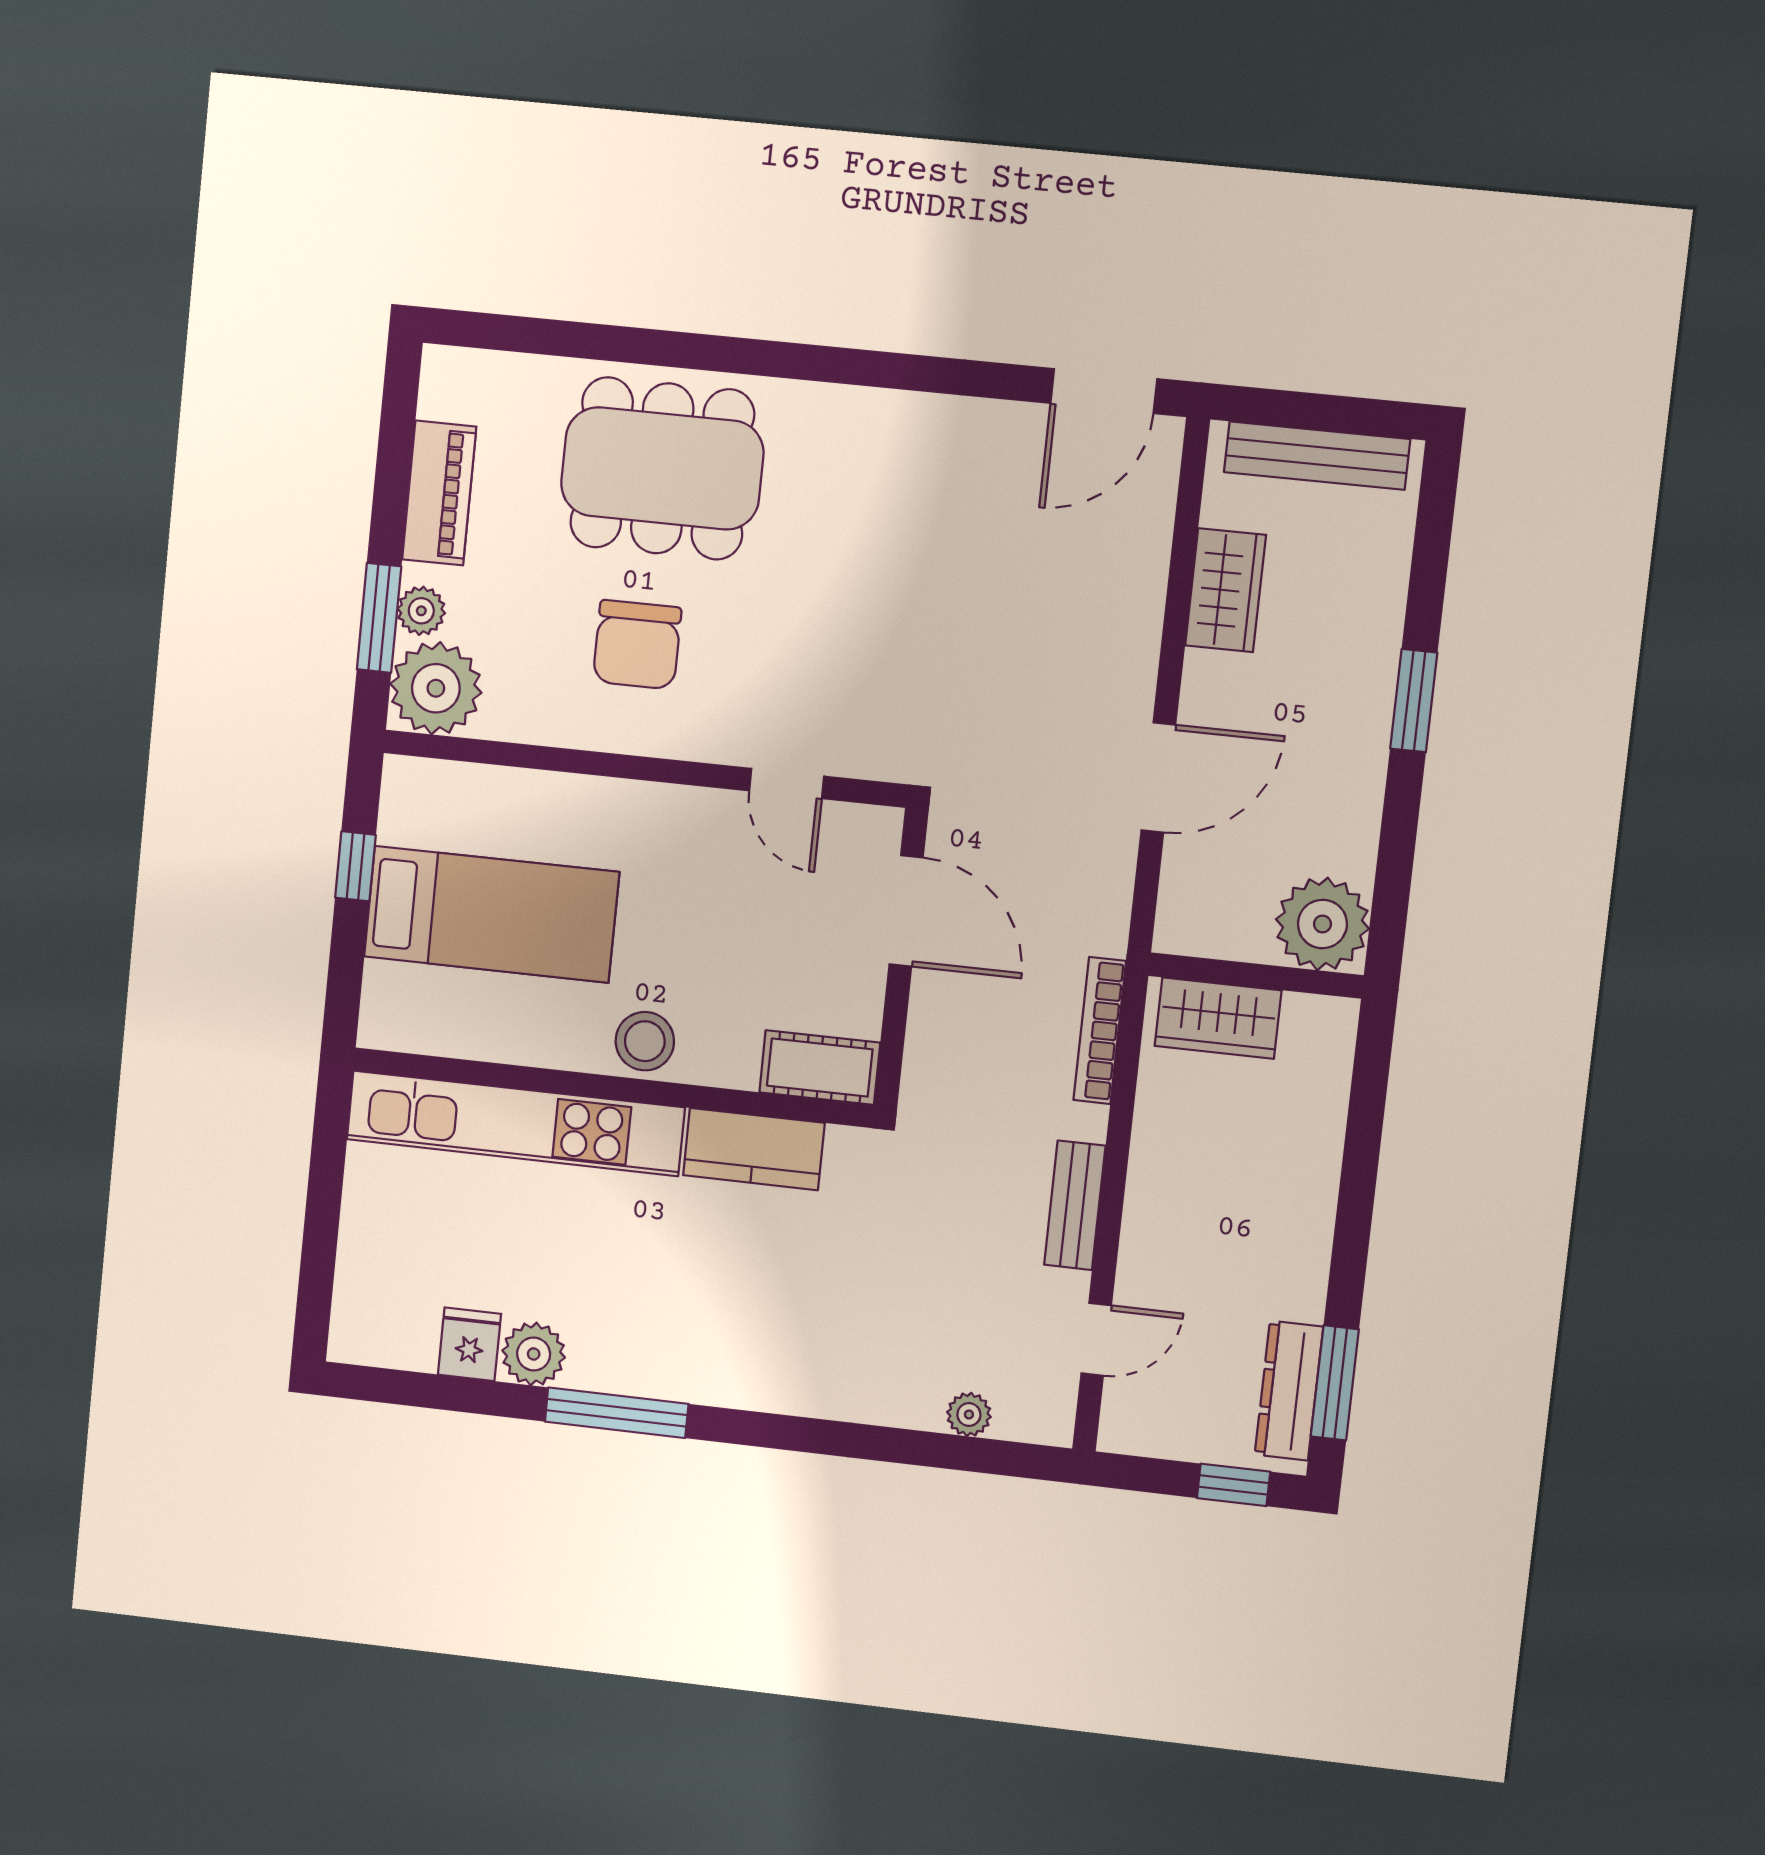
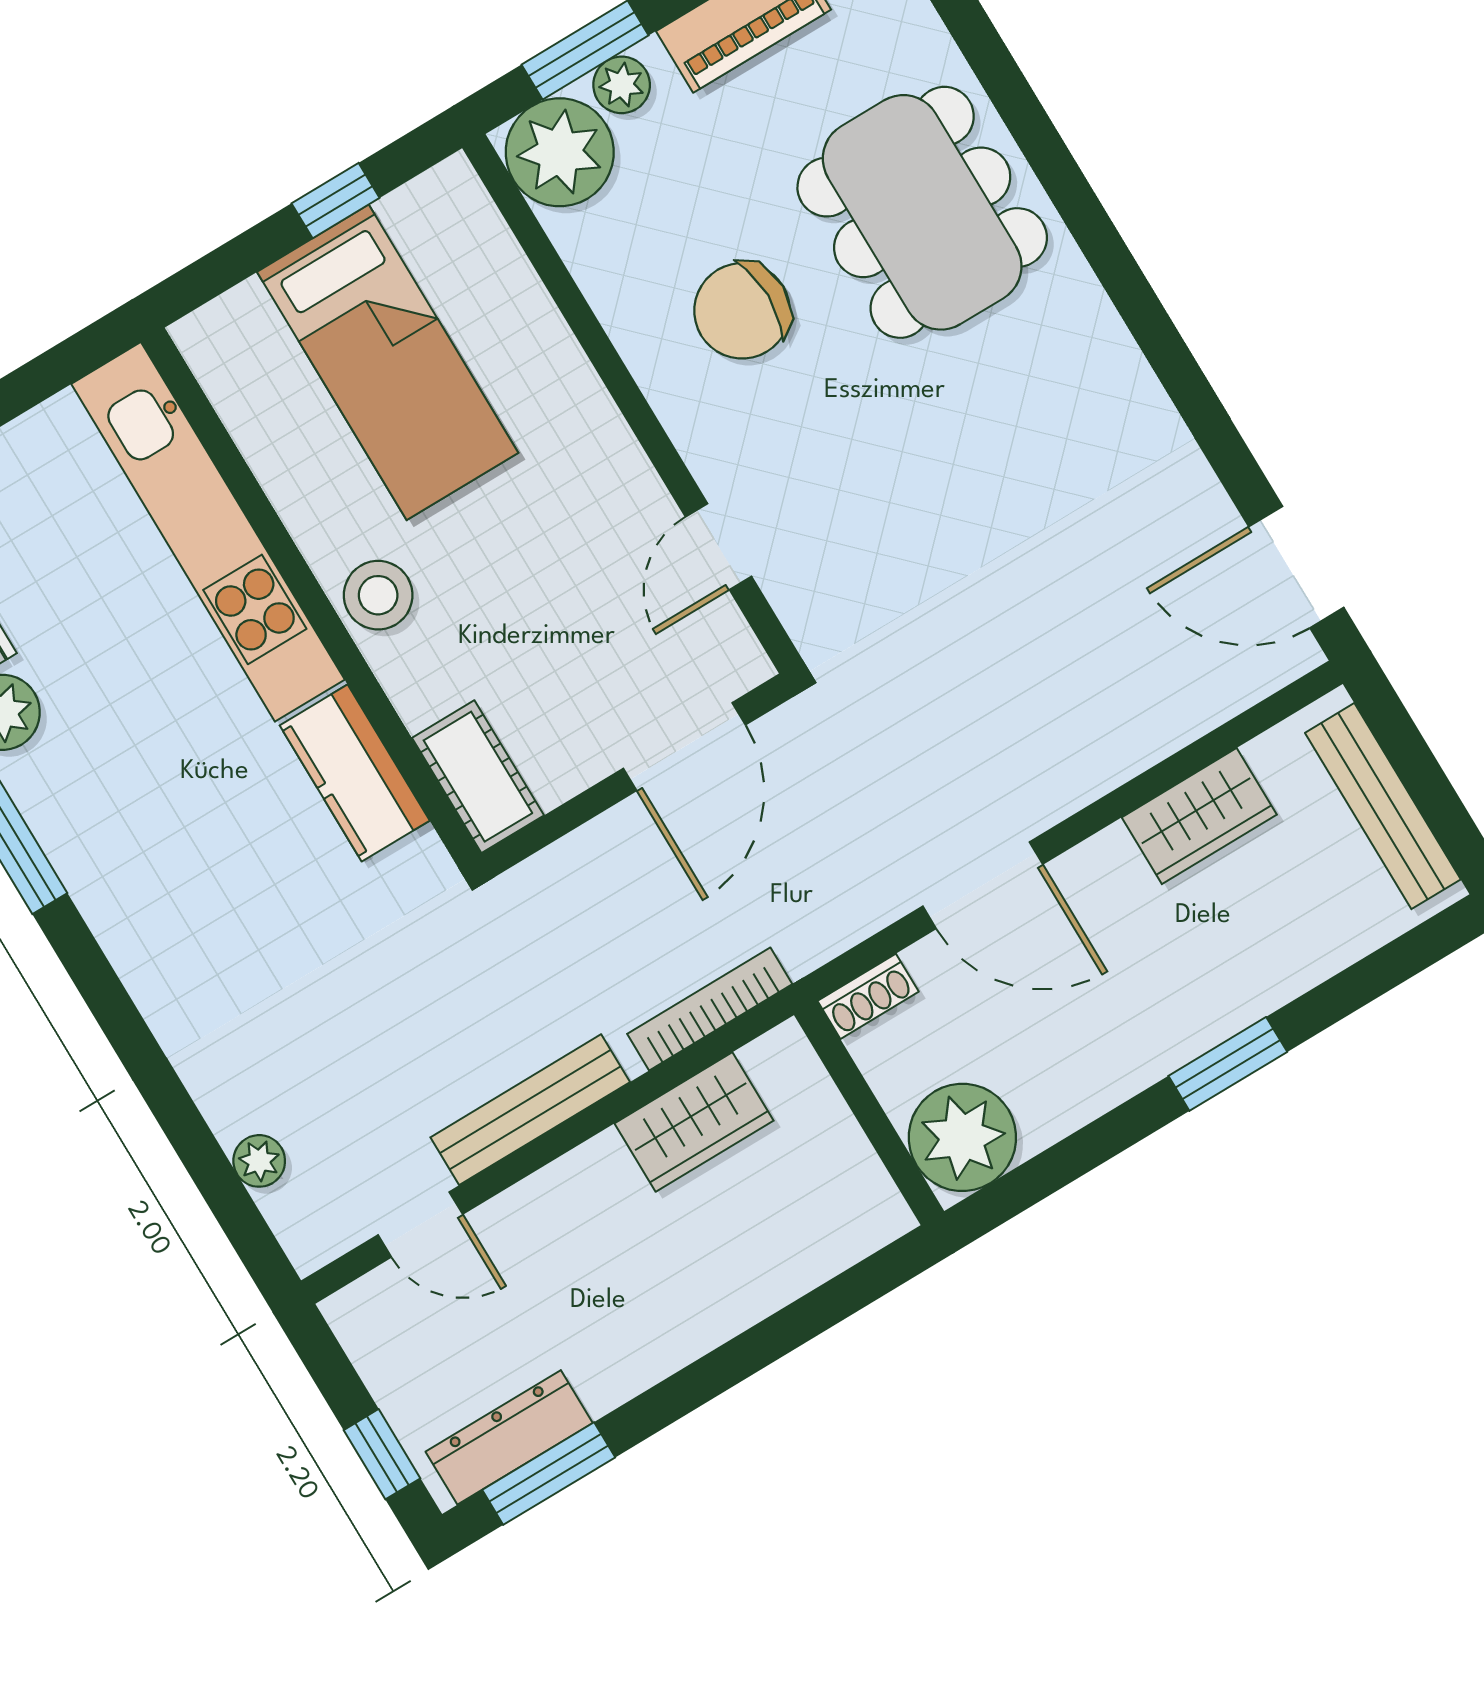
shoe rack: (1175, 915) -> (868, 996), added
wardrobe: (1218, 1018) -> (694, 1122), moved, turned -90
bench: (1075, 1205) -> (530, 1110), width x1.36

